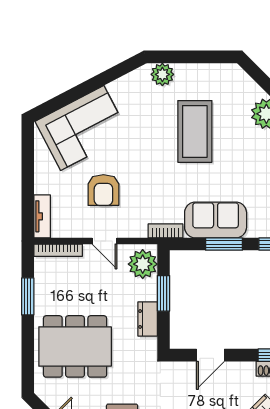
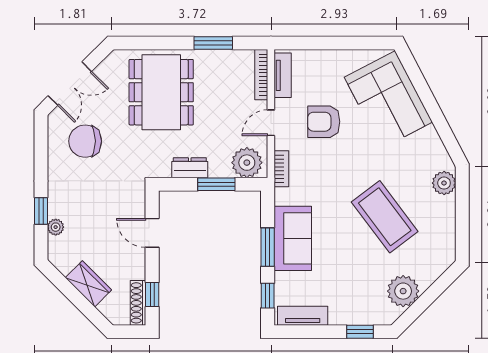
coffee table: (195, 131) -> (385, 217), turned 53
tv unit: (42, 216) -> (283, 75), moved, turned -90
bookcase: (166, 231) -> (281, 169), moved

